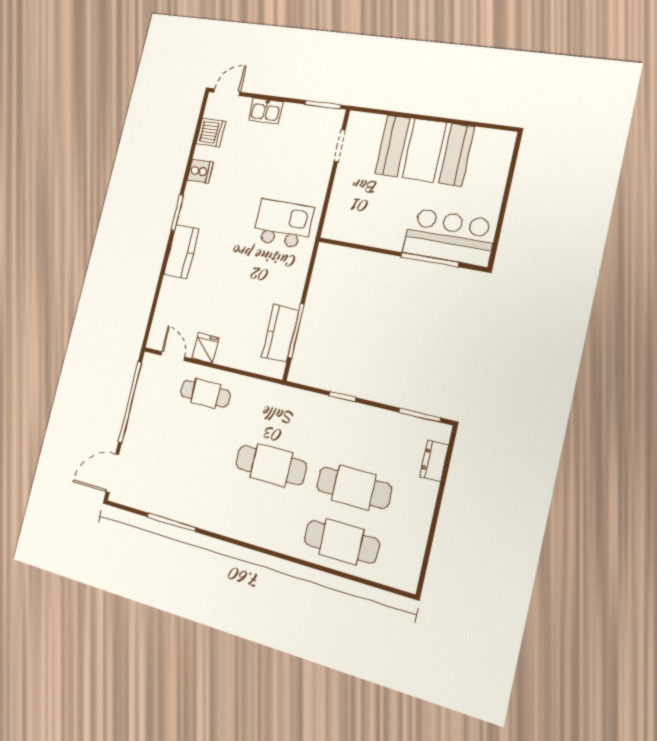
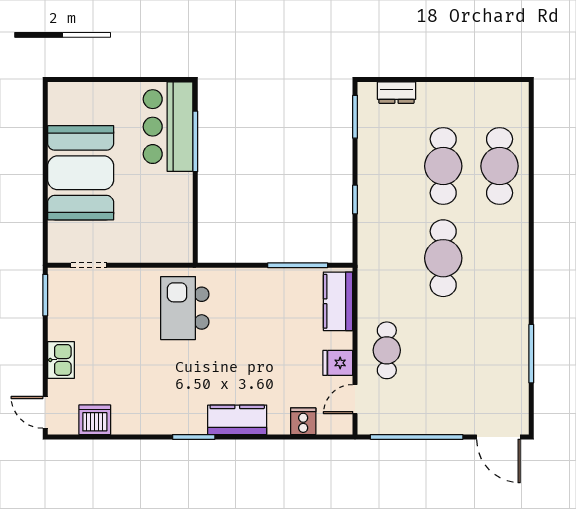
cooker: (200, 171) -> (303, 421), moved
kitchen counter: (280, 333) -> (338, 301), moved, turned 90

